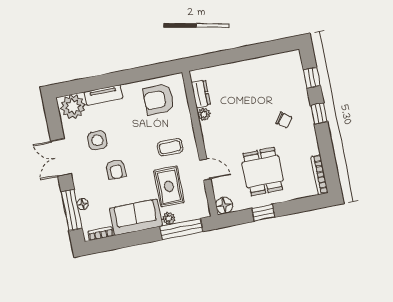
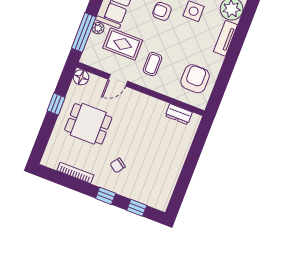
plant: (204, 114) -> (161, 106), removed
bookcase: (319, 175) -> (75, 173), moved

